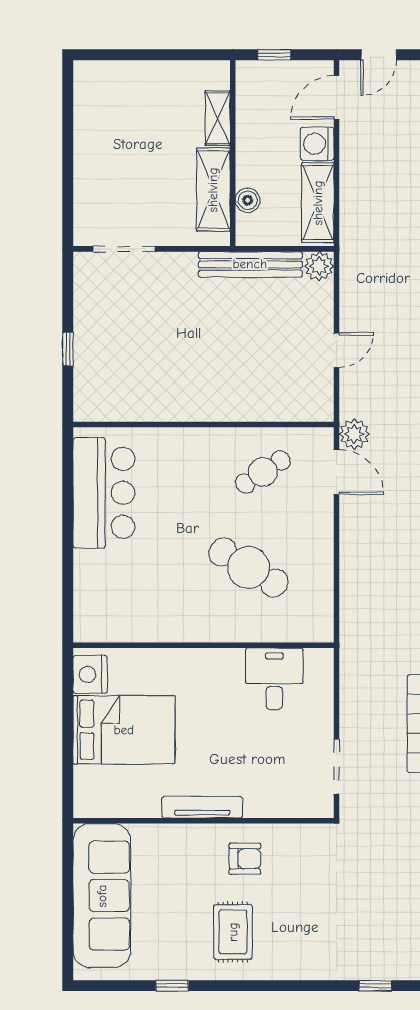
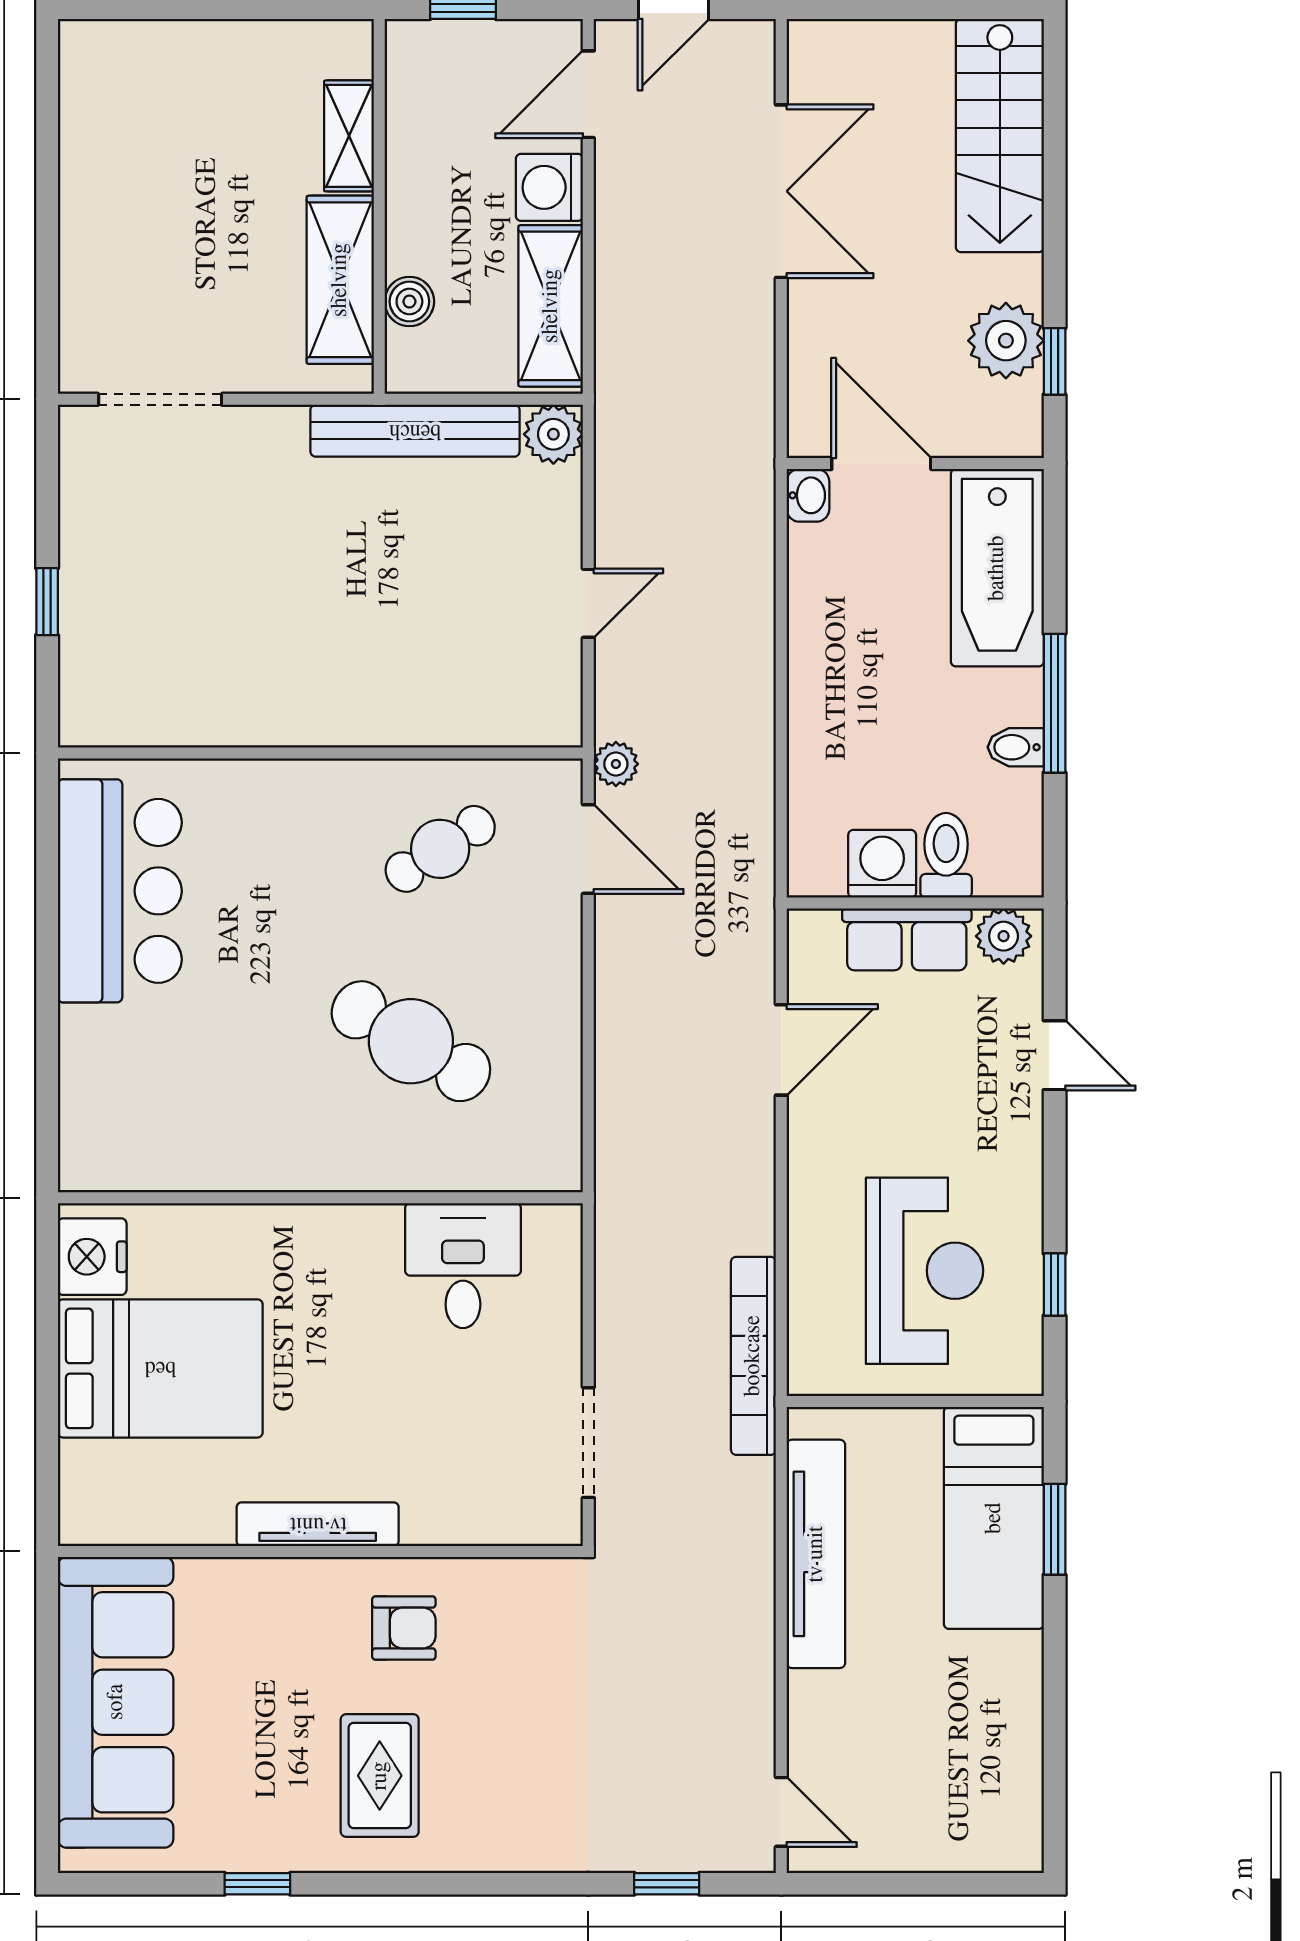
plant: (354, 434) -> (616, 764), width x0.73, depth x0.73

